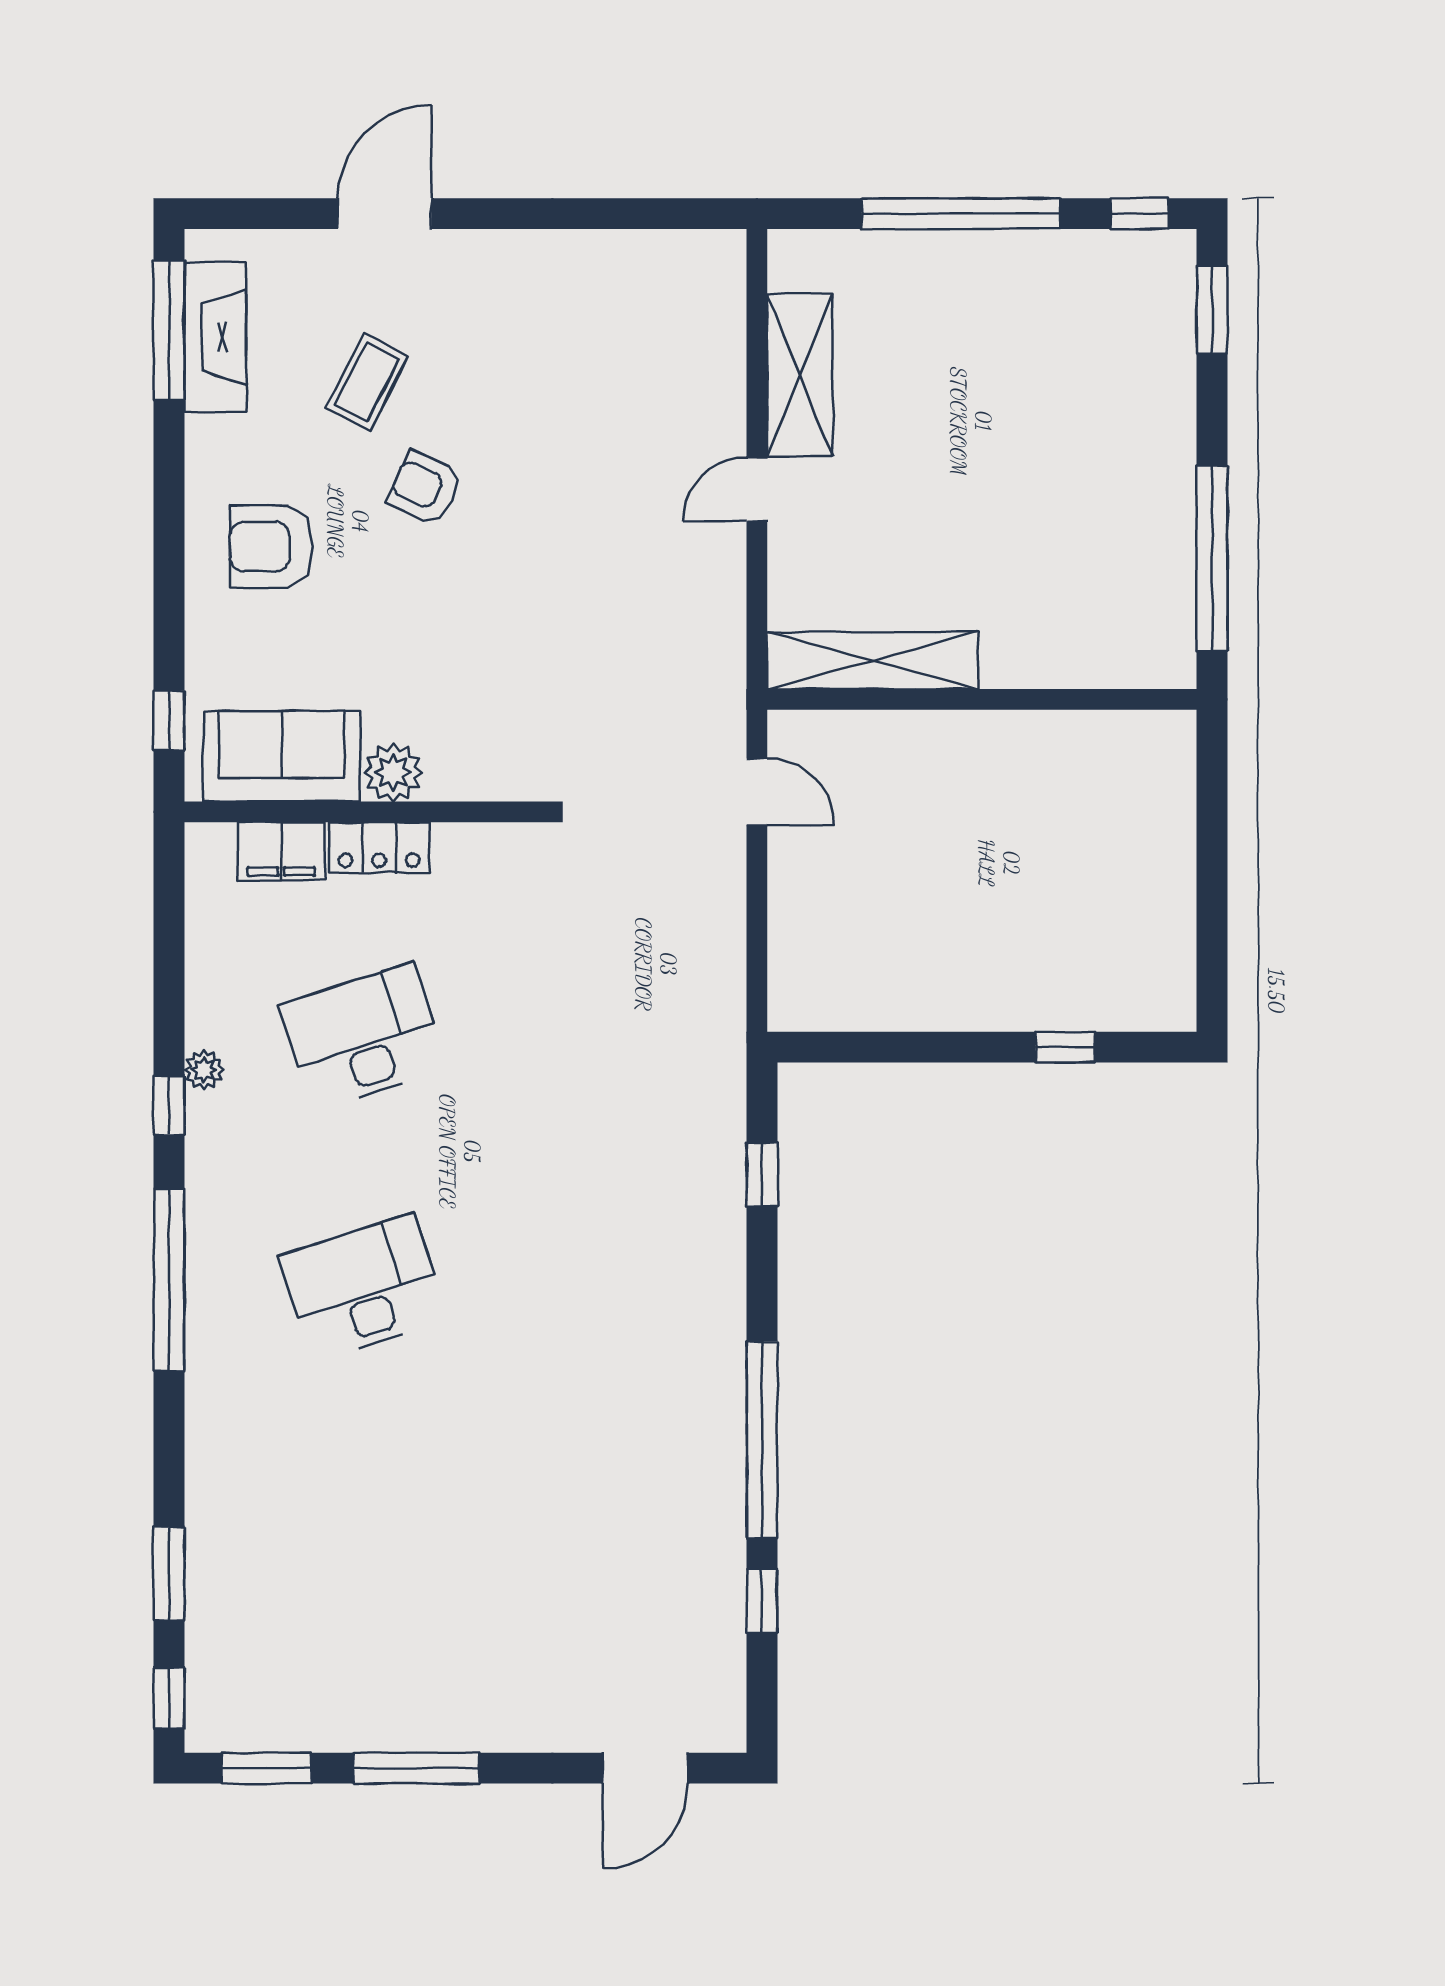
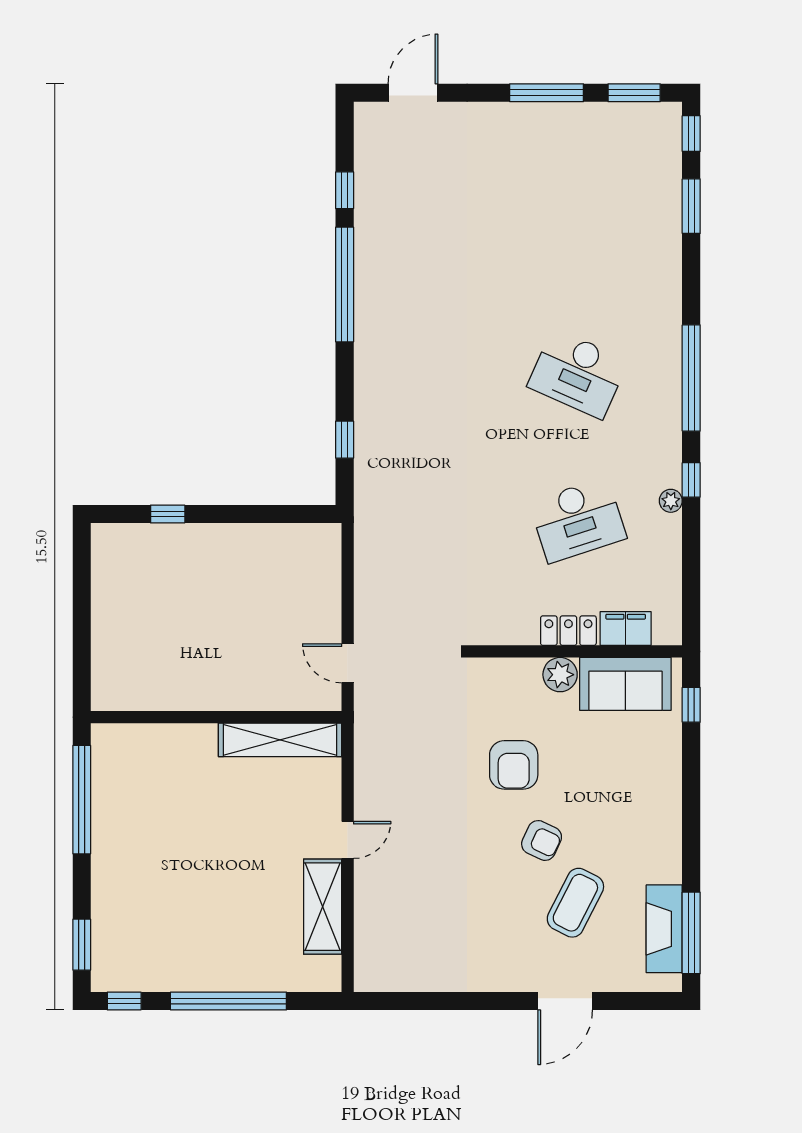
coffee table: (367, 382) -> (575, 903), width x1.36, depth x1.30
armchair: (271, 547) -> (514, 765), moved, turned 90
desk: (363, 1287) -> (578, 374), turned 42

